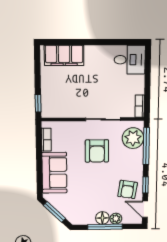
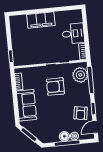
filing cabinet: (64, 55) -> (41, 20), moved
desk: (130, 60) -> (73, 34), moved
armchair: (97, 151) -> (55, 87), turned 90
door: (145, 209) -> (95, 127), hinge flipped

